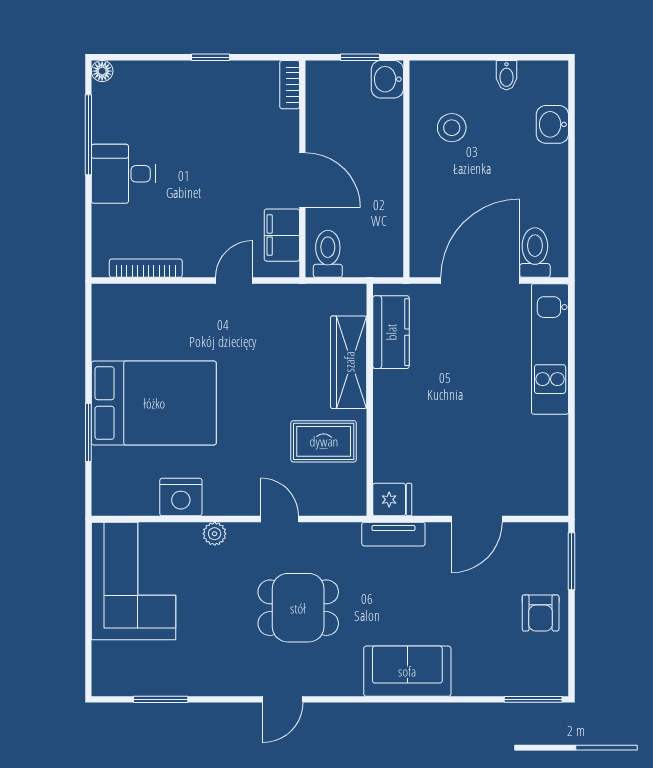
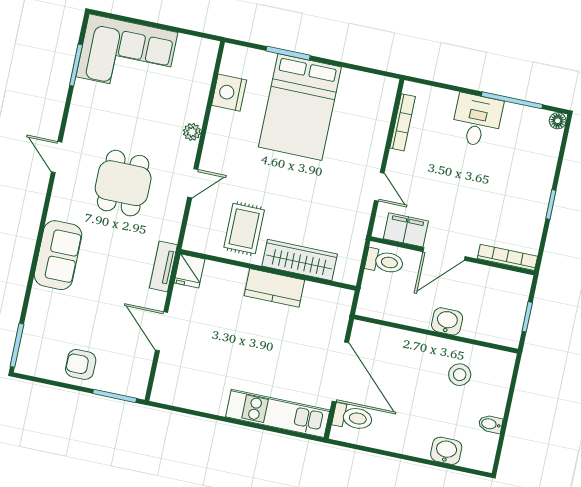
washbasin: (387, 79) -> (447, 321), moved
bookcase: (290, 85) -> (507, 257), width x1.56
kitchen counter: (391, 332) -> (274, 288), moved
nightstand: (181, 497) -> (229, 93), moved
corner sofa: (134, 581) -> (127, 55), moved

